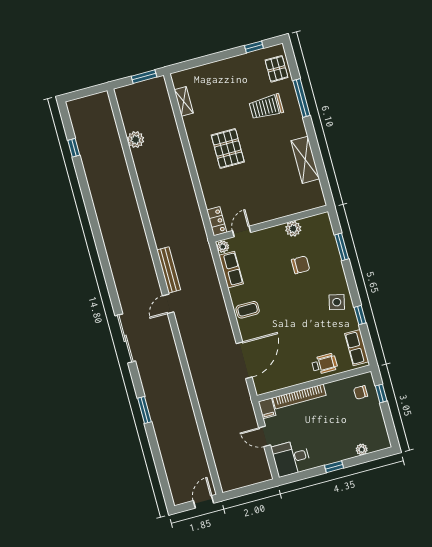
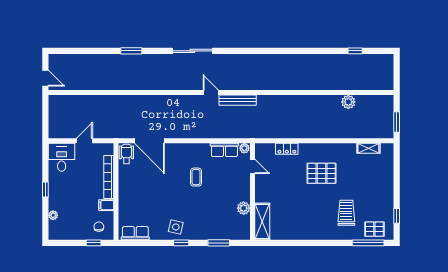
window: (301, 98) -> (368, 243), moved
shelving: (305, 160) -> (262, 221), moved, turned 90
locker: (217, 221) -> (287, 149), moved
chair: (301, 265) -> (213, 206), removed
coffee table: (248, 310) -> (196, 177), moved
window: (360, 315) -> (181, 243), moved
wheelchair: (325, 364) -> (126, 154), moved, turned 180
filing cabinet: (267, 408) -> (106, 205), moved

